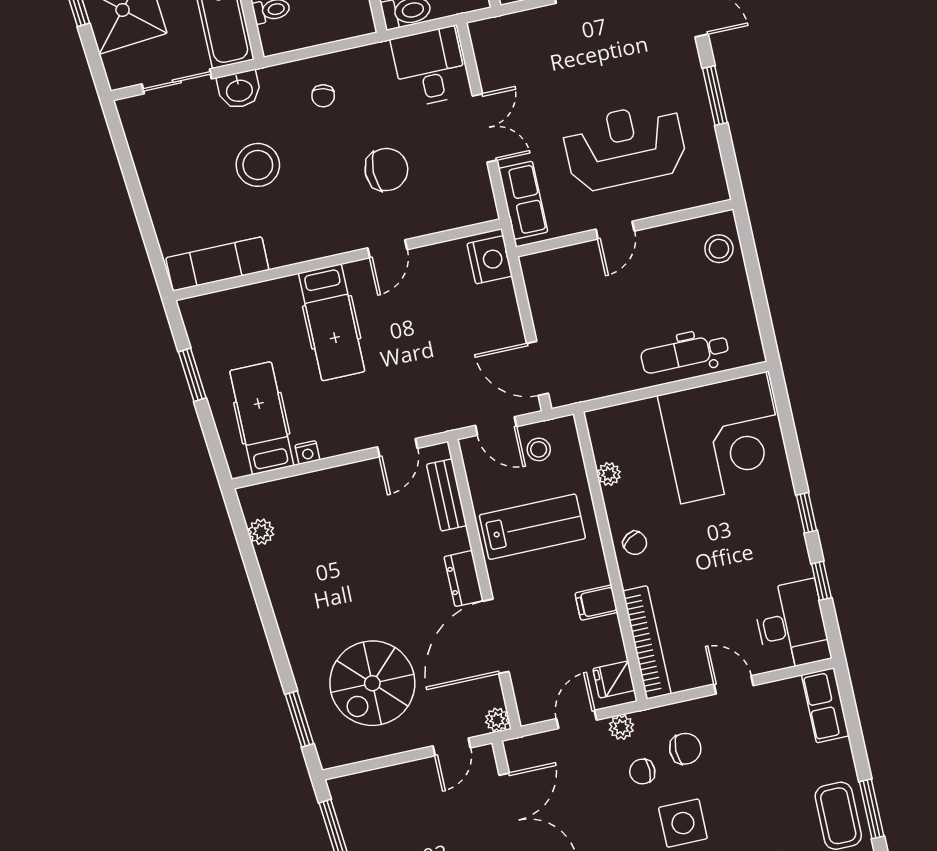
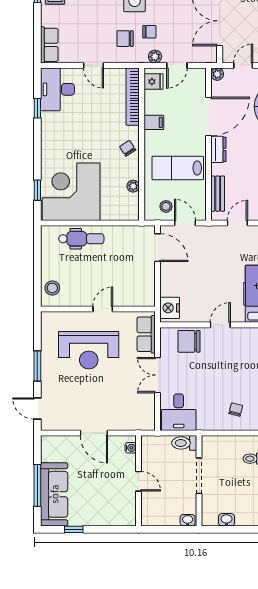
chair: (386, 170) -> (189, 341), moved
window: (807, 513) -> (37, 190), moved

